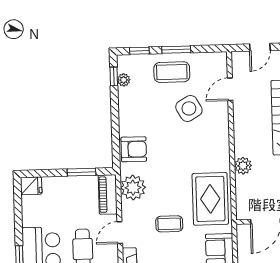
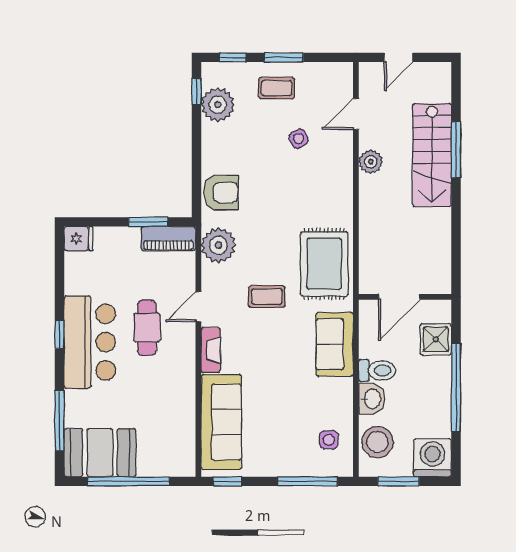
coffee table: (172, 72) -> (277, 88), width x0.73, depth x0.77
plant: (124, 80) -> (218, 105), width x1.88, depth x1.88
side table: (189, 108) -> (299, 139), width x0.54, depth x0.54
plant: (243, 166) -> (371, 162), moved
piano: (108, 194) -> (168, 239), moved, turned -90

